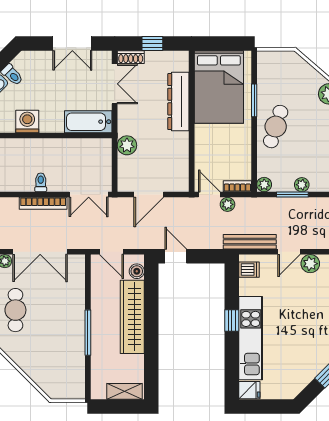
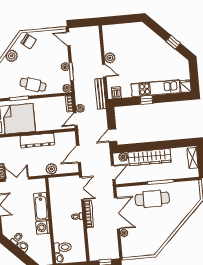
dresser: (178, 102) -> (37, 140), moved
bathtub: (88, 122) -> (41, 206), moved
door: (149, 195) -> (79, 154), swing flipped
cafe table: (15, 310) -> (152, 199), moved, width x1.37, depth x1.35

